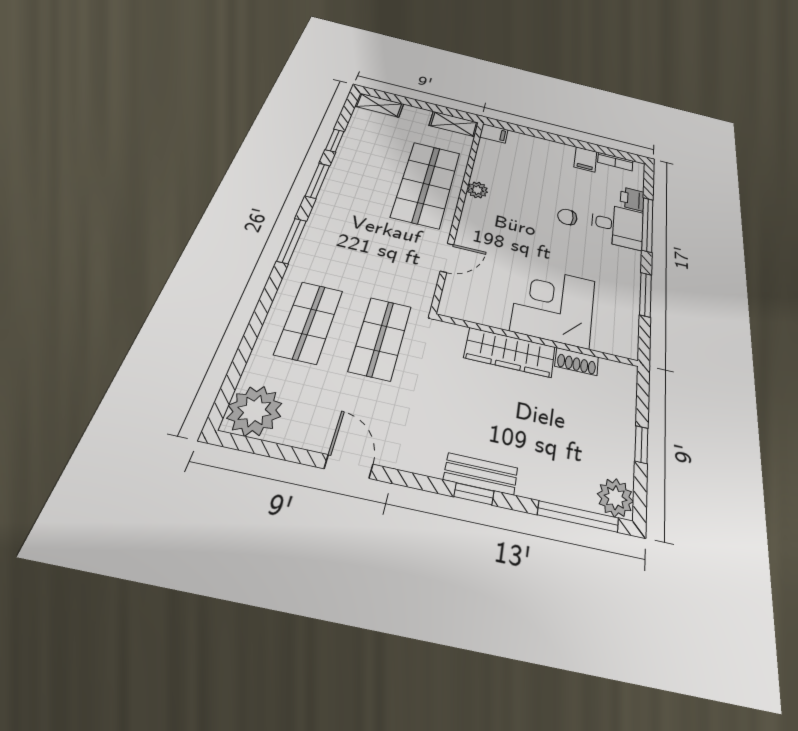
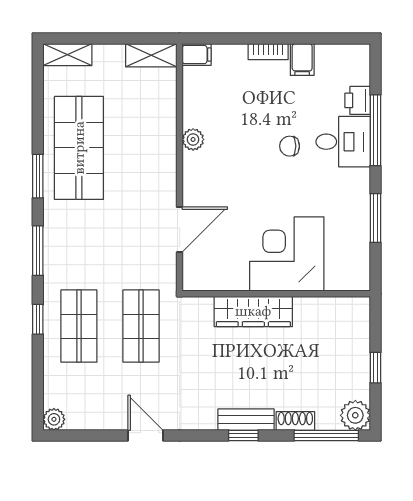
window: (335, 141) -> (38, 319), moved
bookcase: (615, 162) -> (268, 52), moved
shop shelf: (426, 184) -> (79, 148), moved
door: (447, 258) -> (180, 230), width x1.37
shoe rack: (577, 362) -> (295, 421), moved, turned 180
plant: (254, 411) -> (54, 419), width x0.53, depth x0.53

